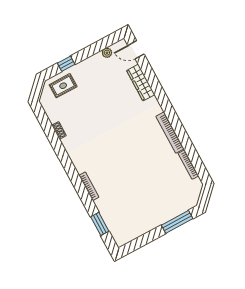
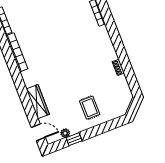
window: (66, 64) -> (74, 139), moved
rug: (63, 86) -> (90, 108), moved, turned 90

